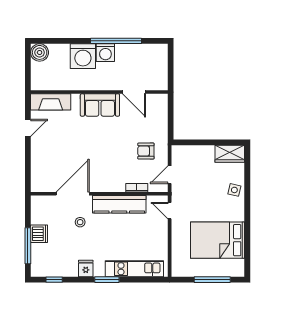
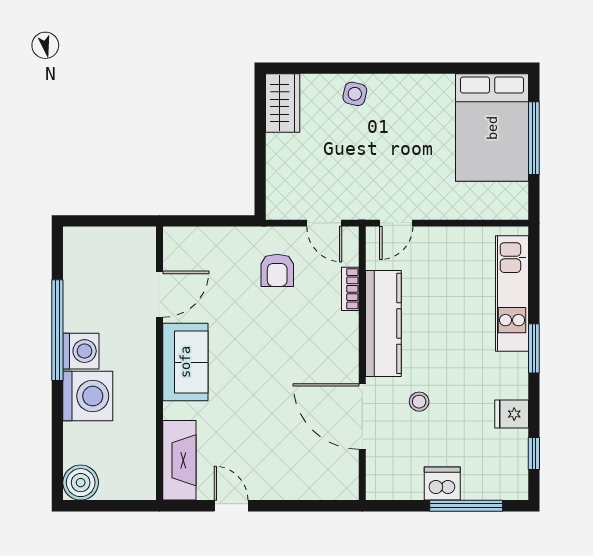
bed: (218, 240) -> (492, 128), moved
fridge: (86, 268) -> (512, 414), moved

